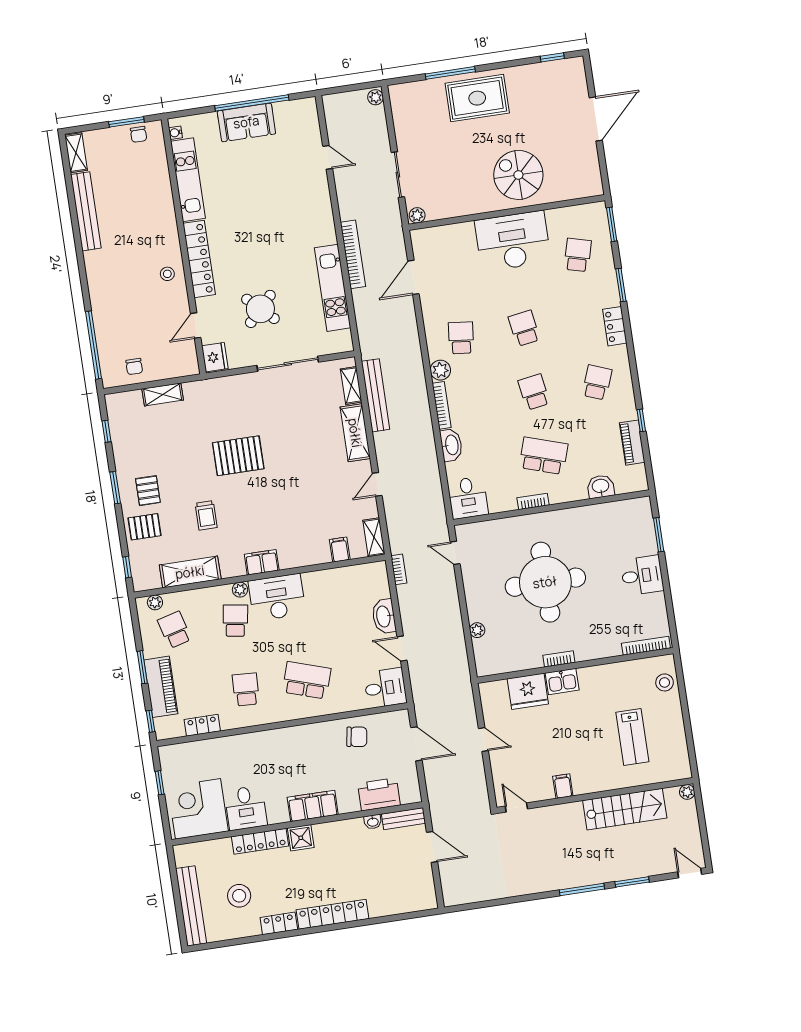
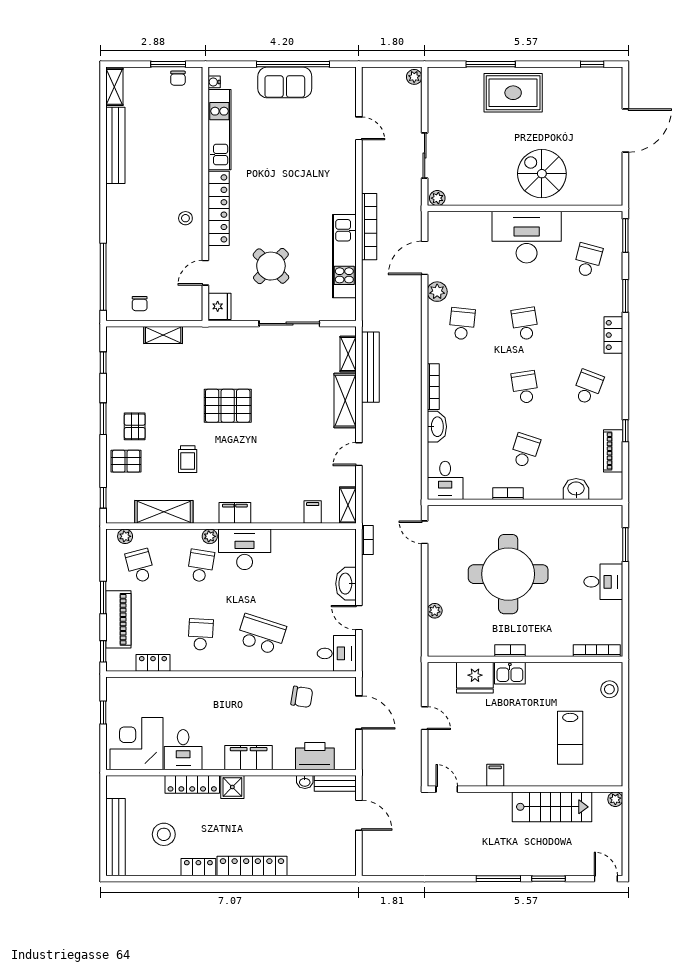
plant: (440, 370) -> (437, 292), moved
school desk: (543, 456) -> (525, 451), width x0.54

